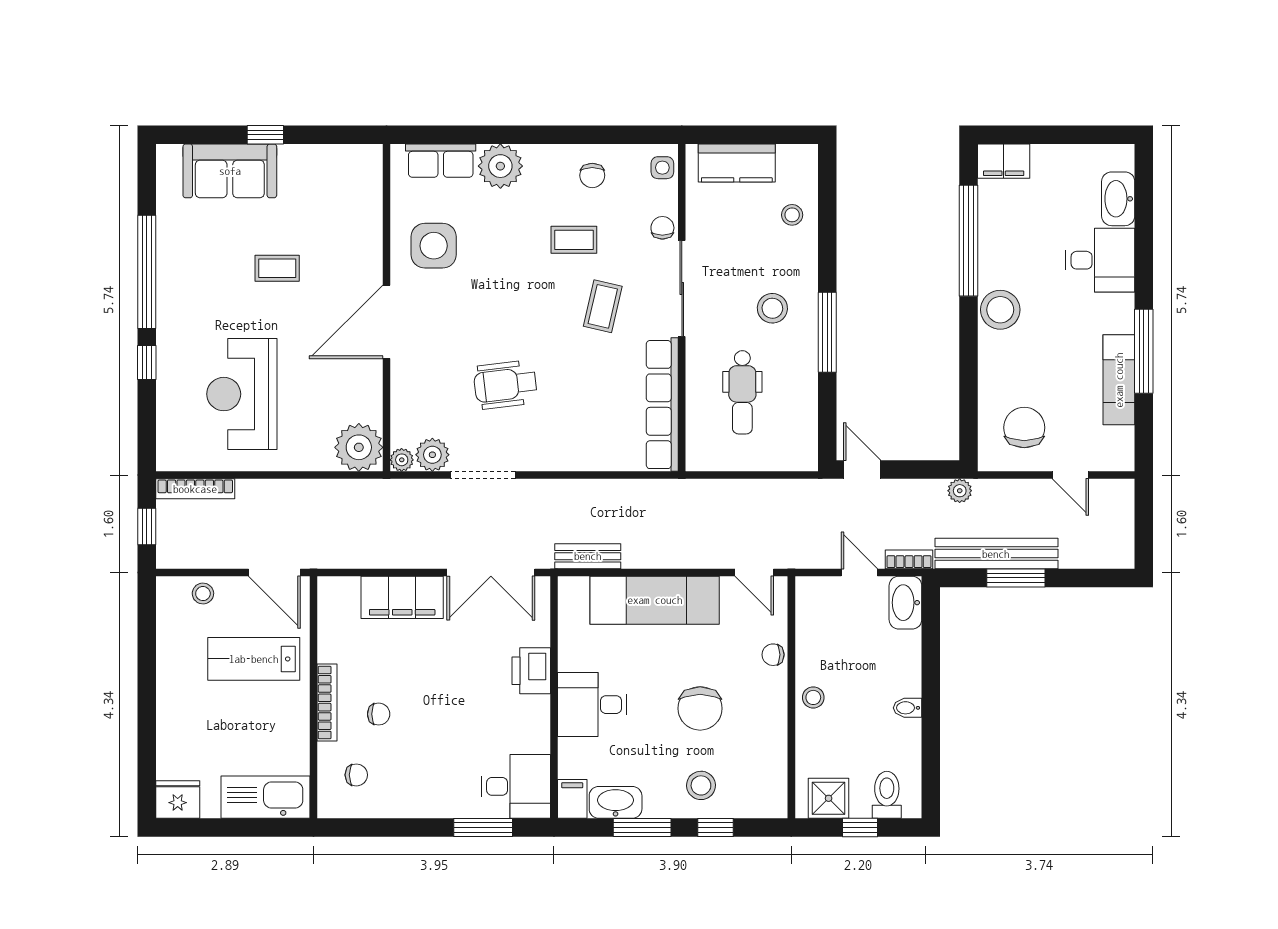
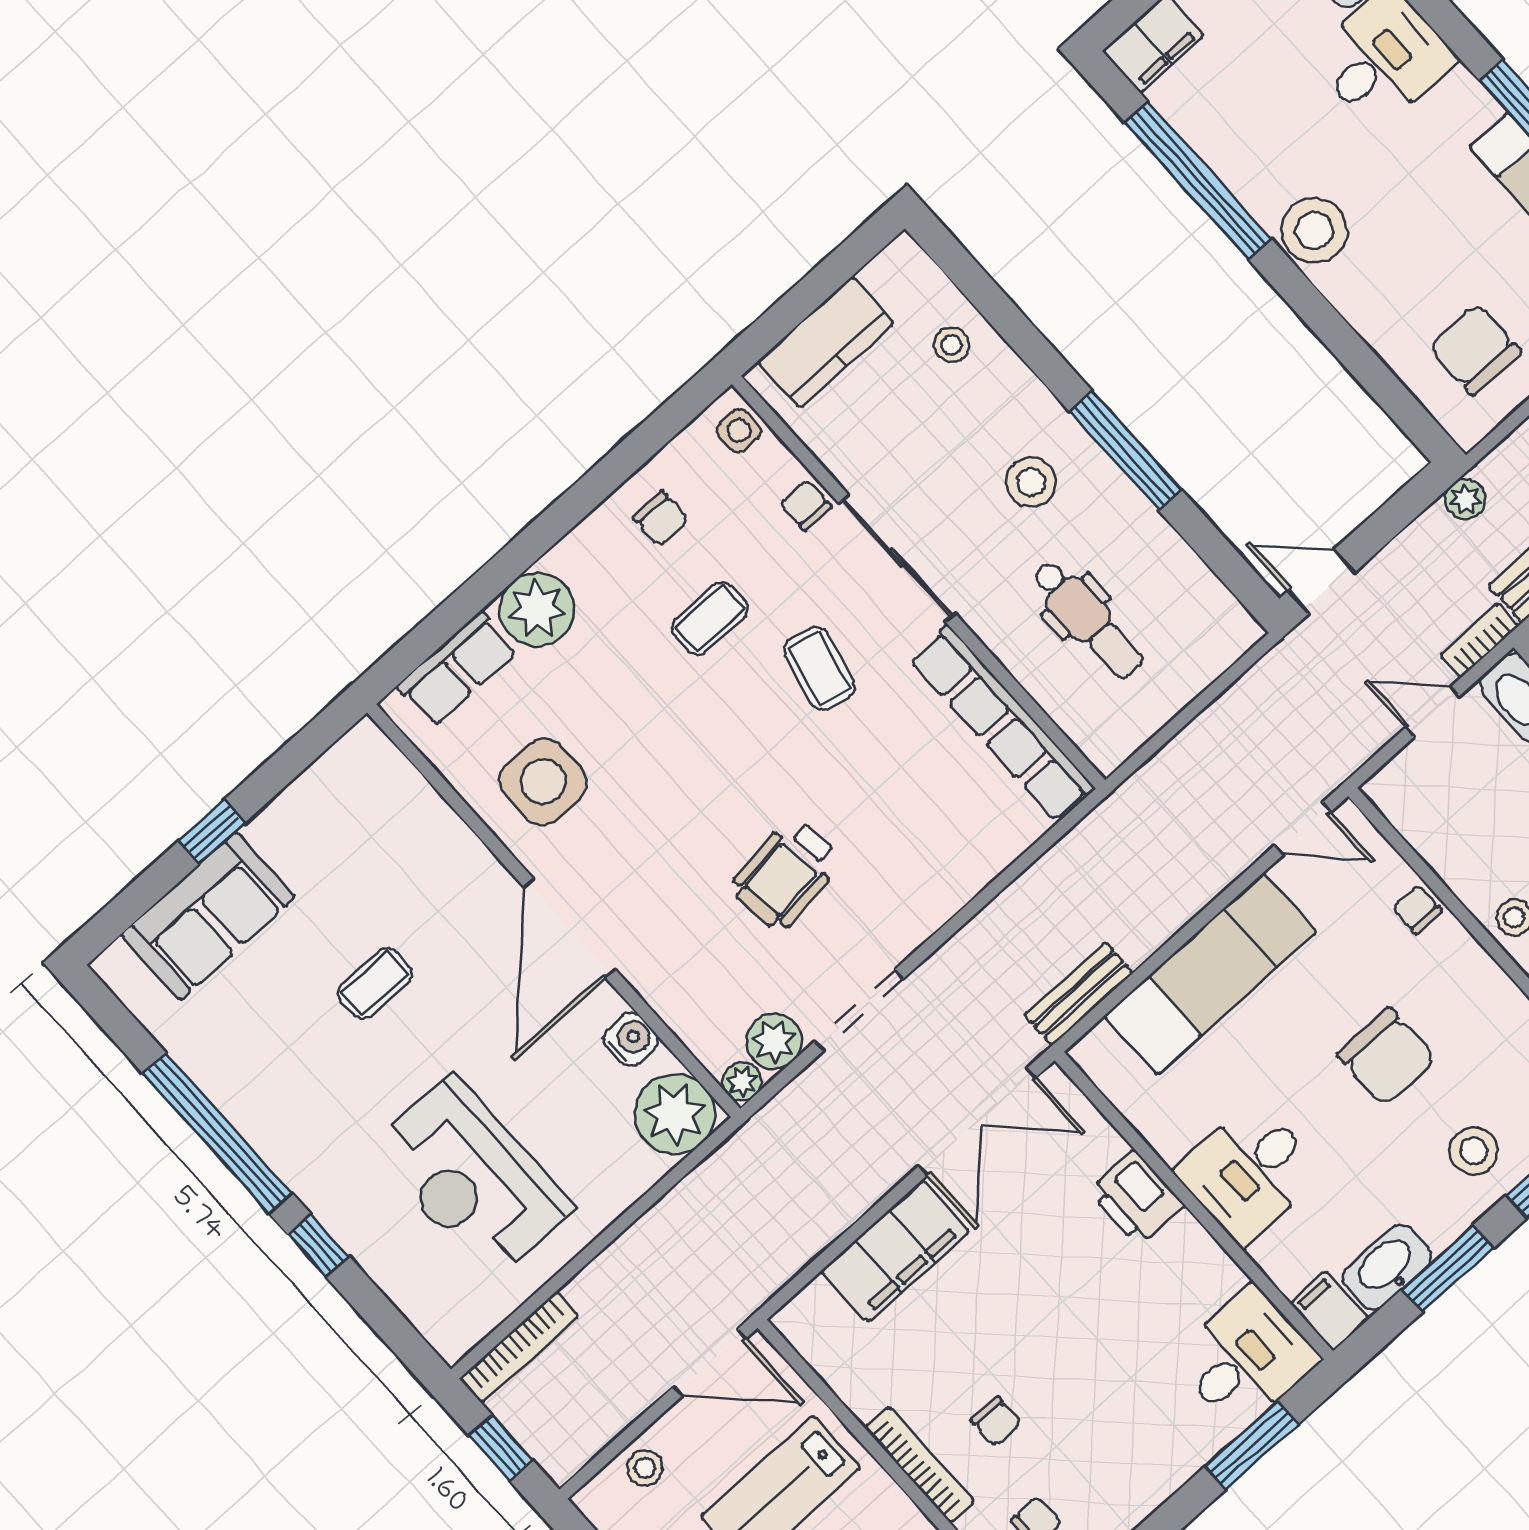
water cooler: (369, 396) -> (631, 1039), added
chair: (773, 655) -> (1417, 909), turned 90
chair: (379, 714) -> (996, 1421), turned 90

